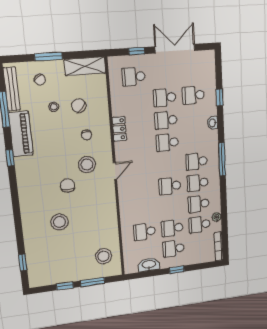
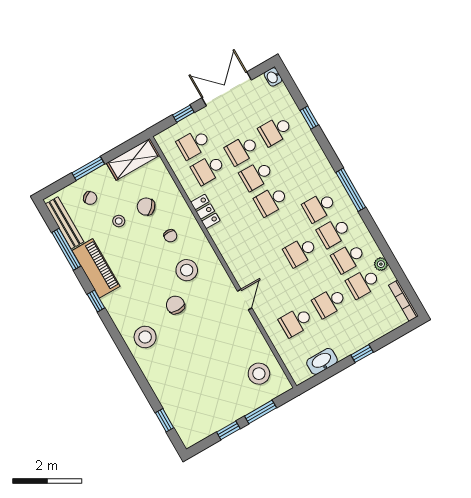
washbasin: (213, 123) -> (273, 77), moved
door: (115, 171) -> (245, 300), moved
stool: (60, 222) -> (145, 337), moved
school desk: (173, 249) -> (208, 169), moved

